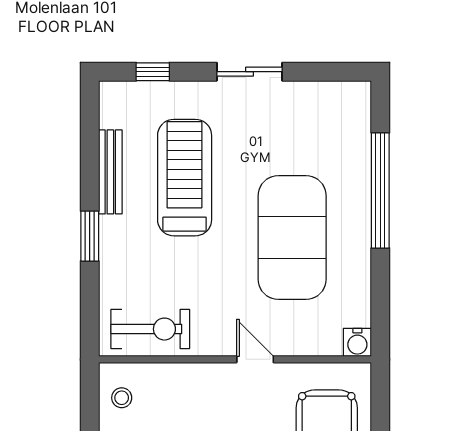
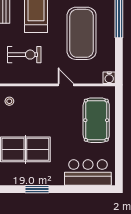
exercise bike: (150, 329) -> (24, 55), moved

